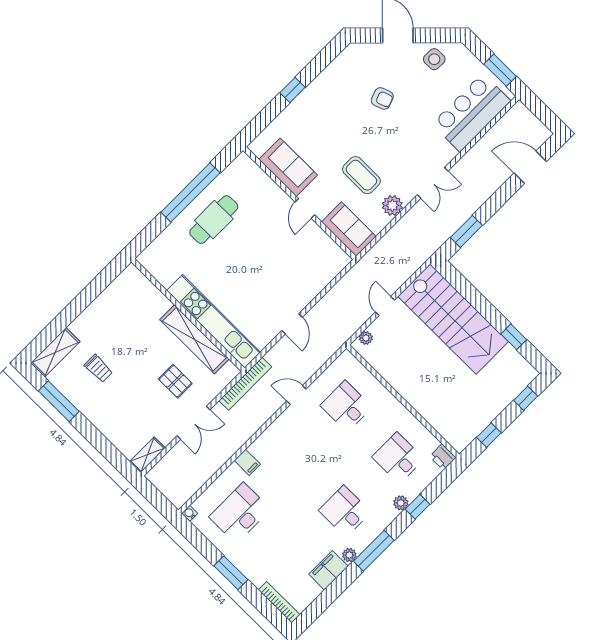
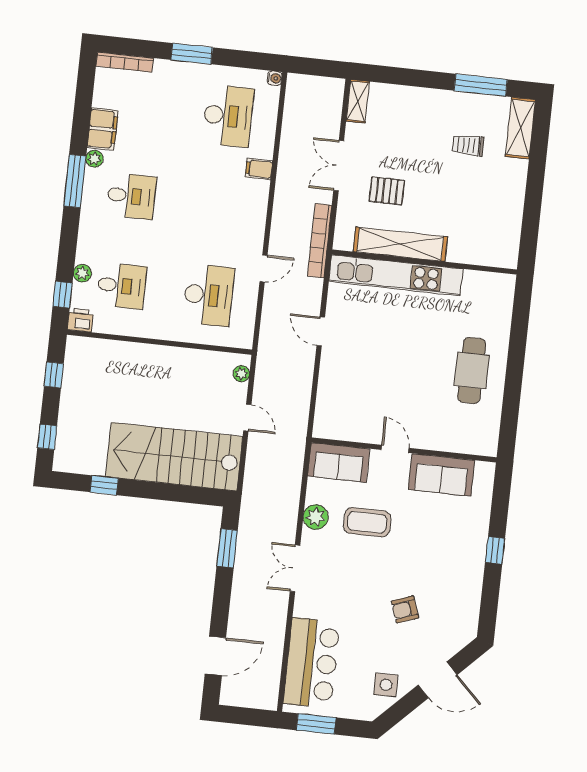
window: (190, 192) -> (514, 378), removed
desk: (346, 406) -> (209, 295), width x1.37
plant: (401, 503) -> (82, 273), moved
window: (417, 507) -> (63, 295), moved

